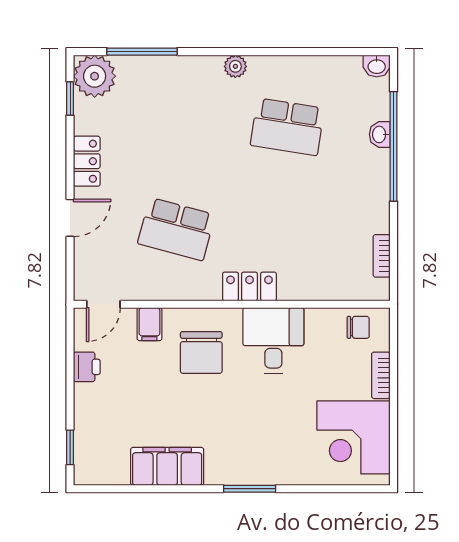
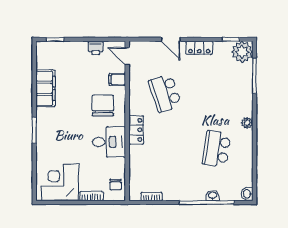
school desk: (176, 229) -> (165, 93), turned -33
chair: (201, 352) -> (103, 106), turned 90

